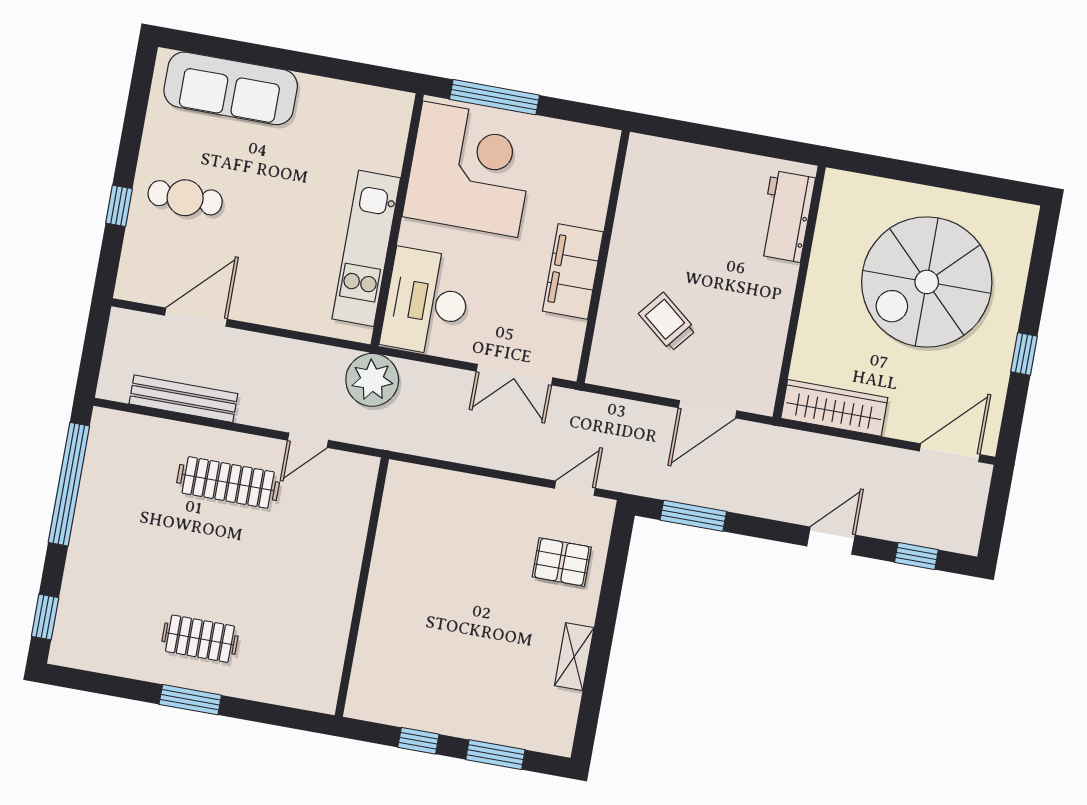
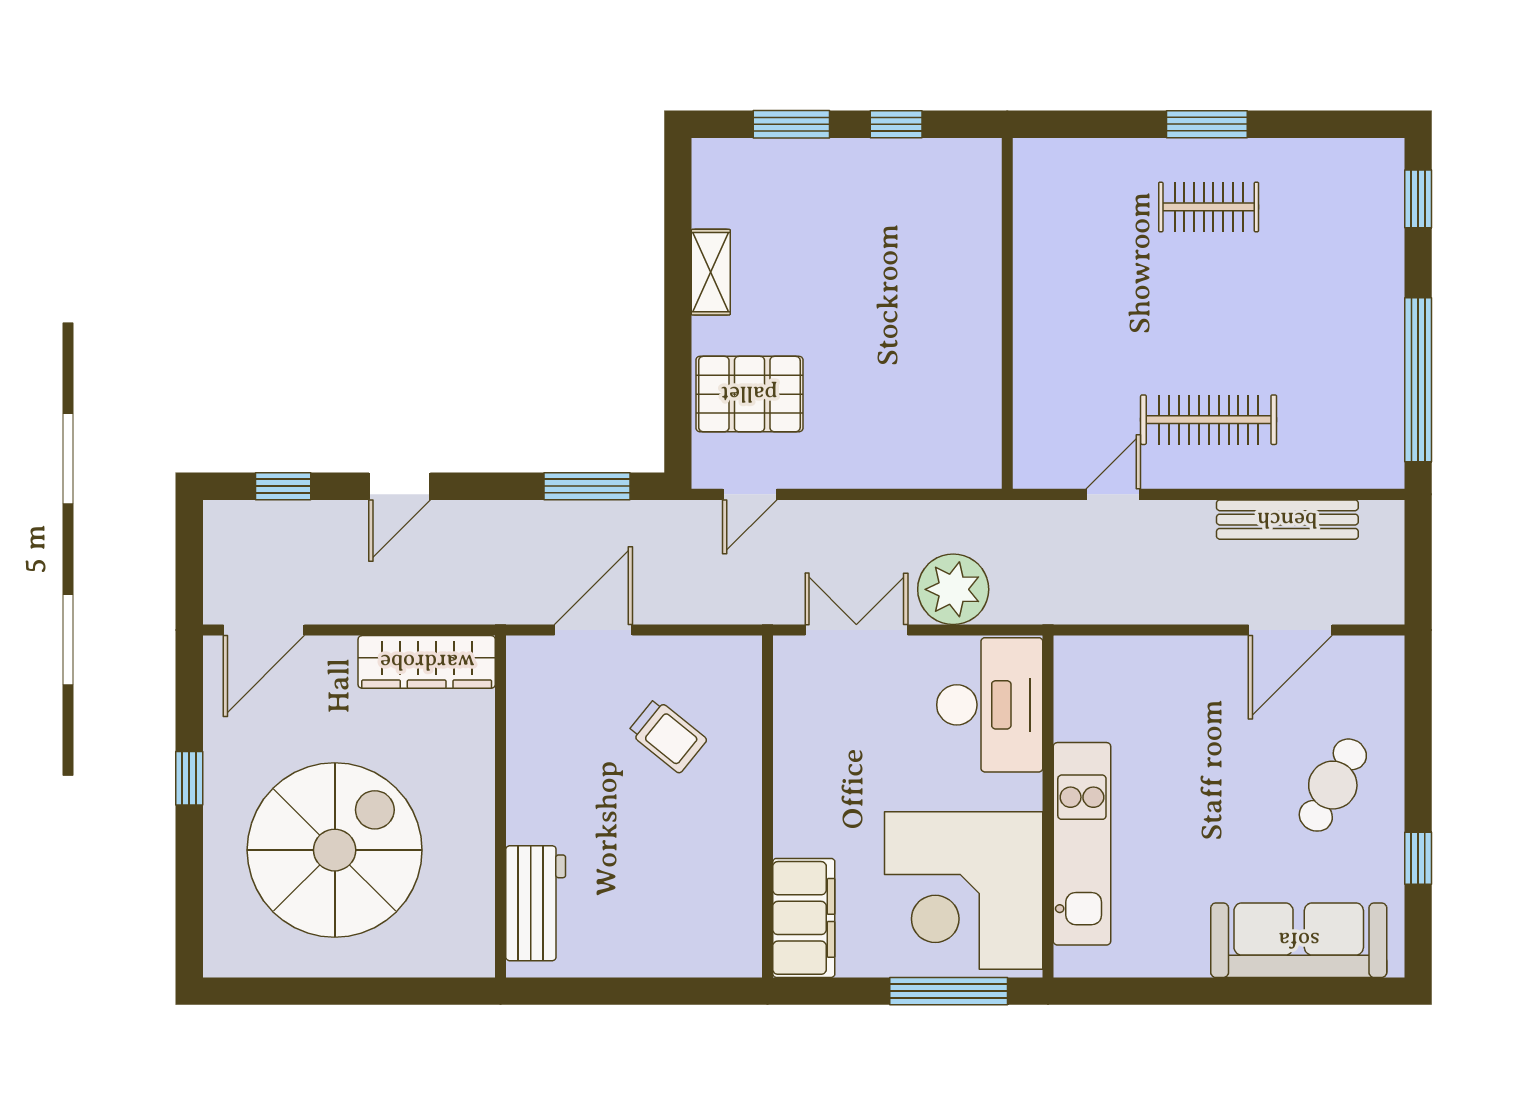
cafe table: (185, 198) -> (1333, 785), turned -61
window: (119, 206) -> (1418, 858), moved
kitchen unit: (366, 248) -> (1082, 844), moved
filing cabinet: (573, 272) -> (804, 918), moved
plant: (372, 380) -> (953, 589), moved
pallet: (562, 562) -> (749, 394), width x1.50, depth x1.42

